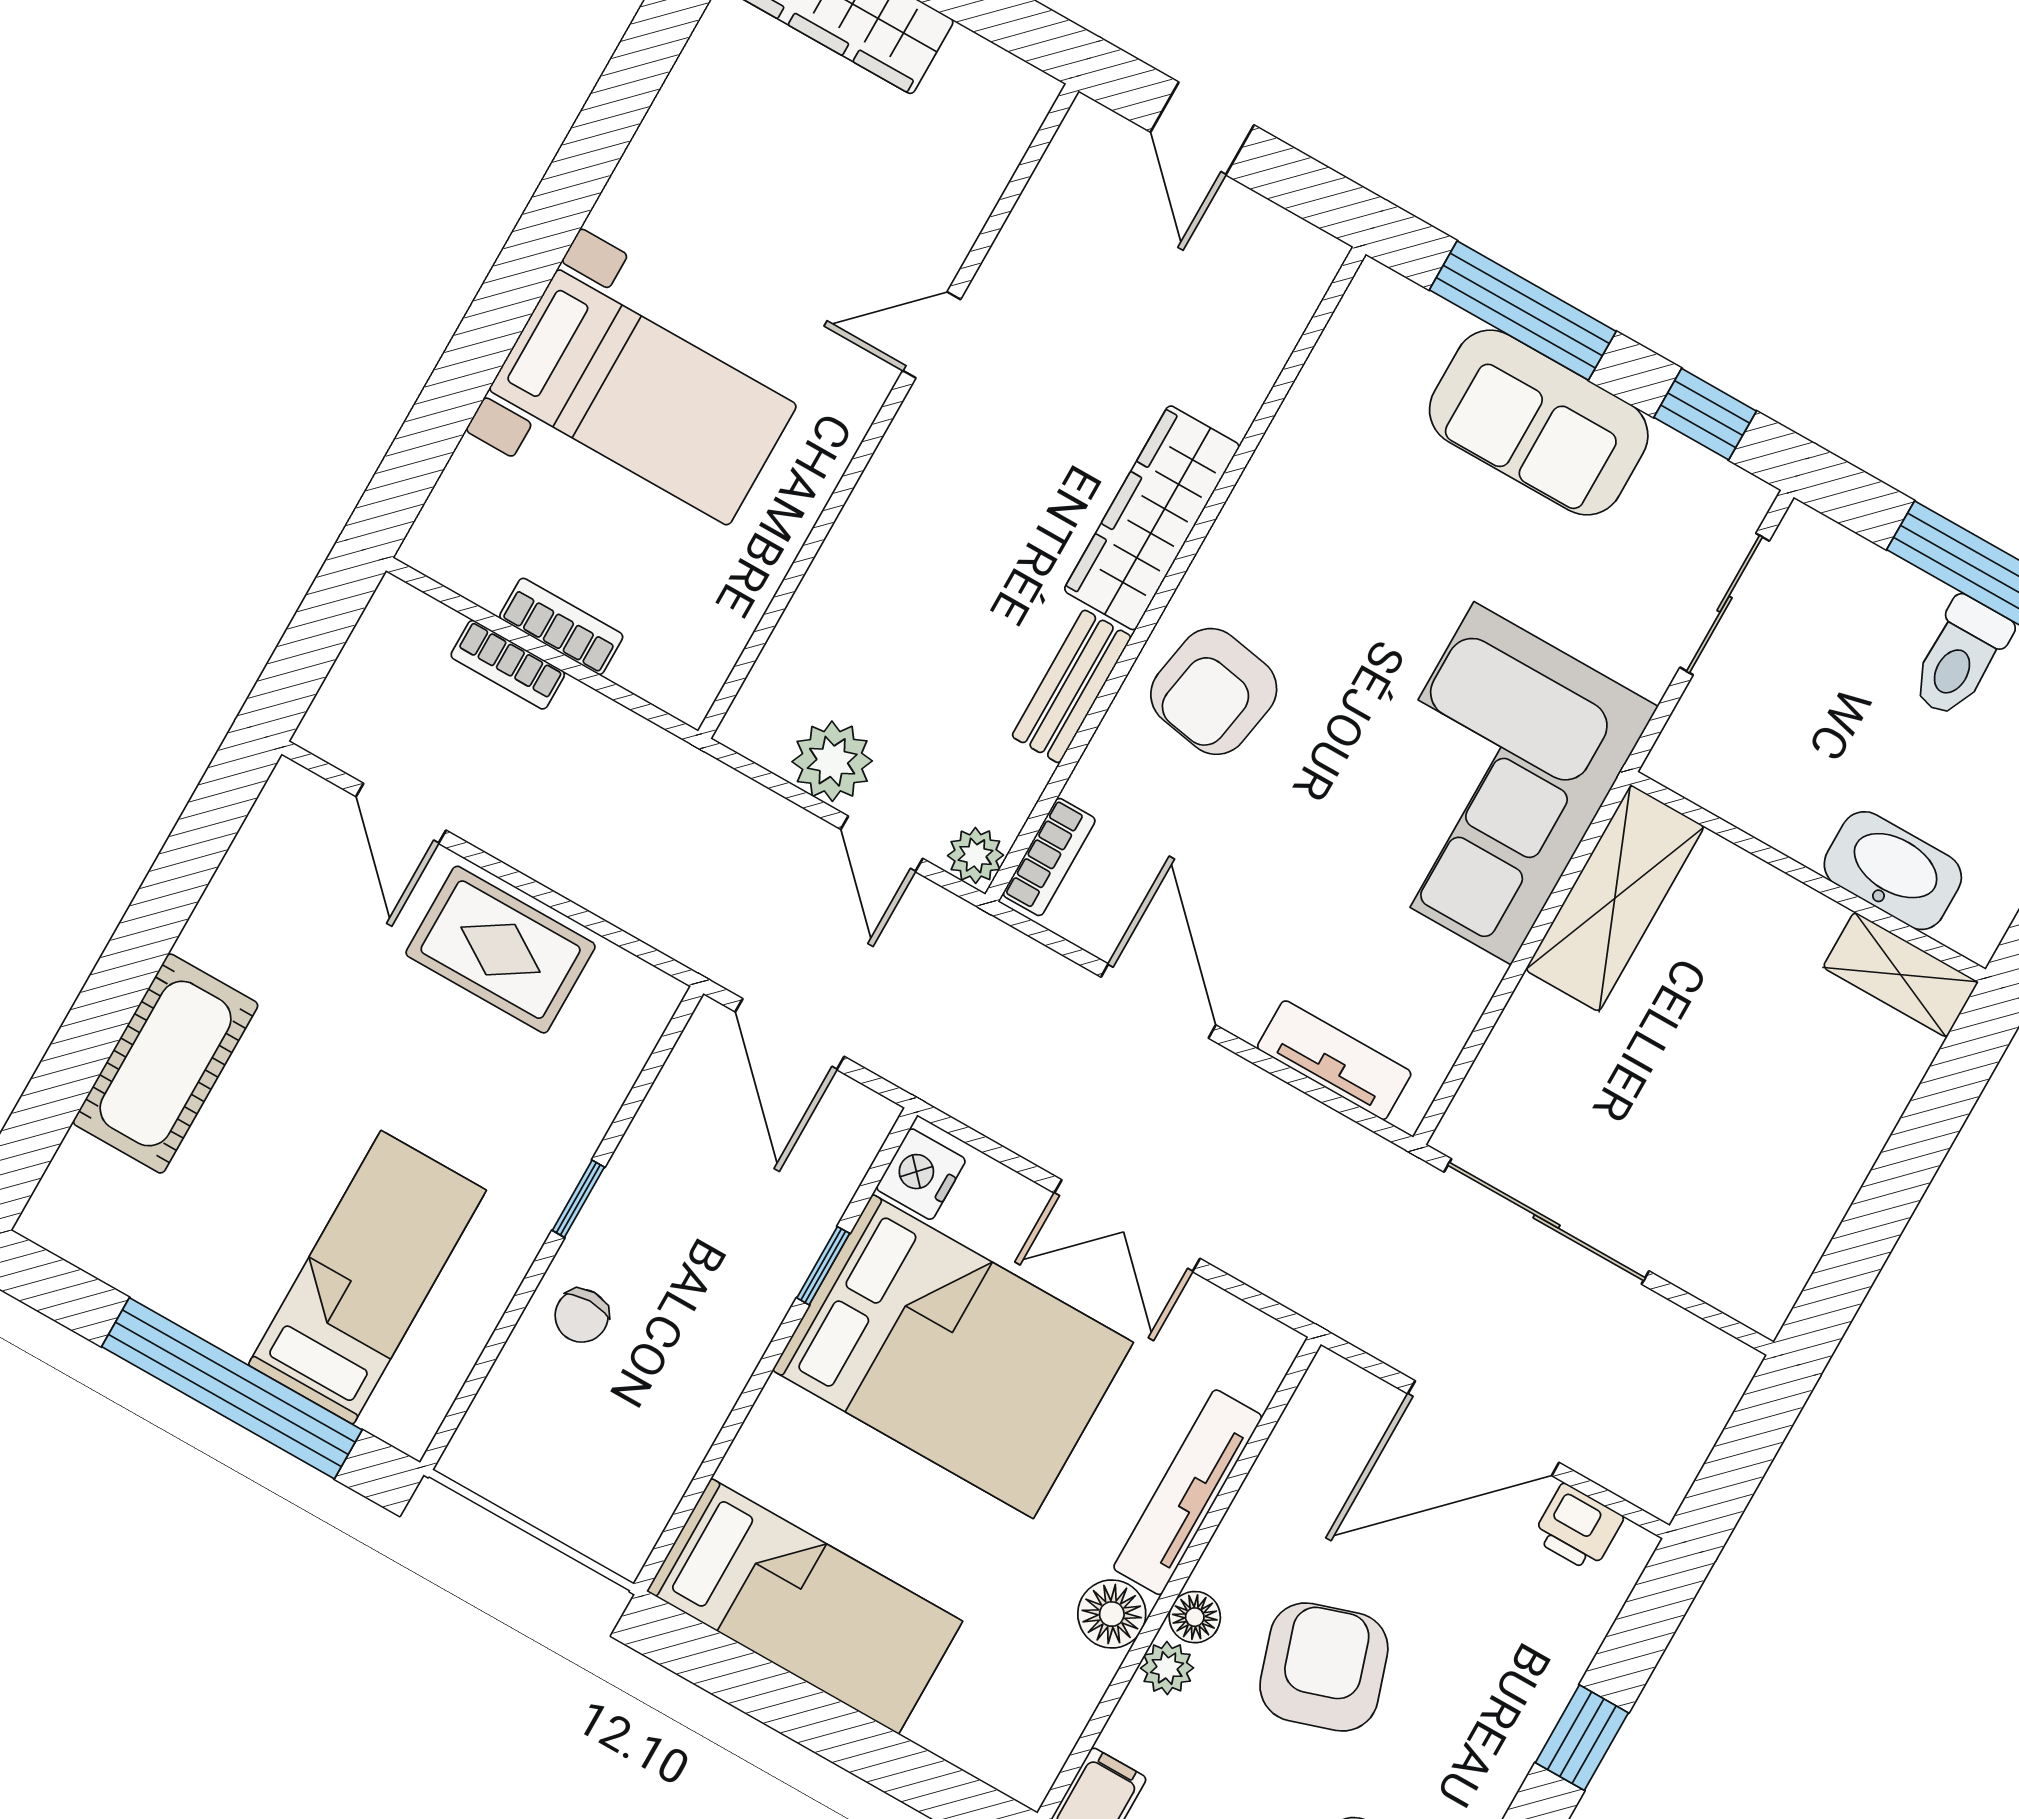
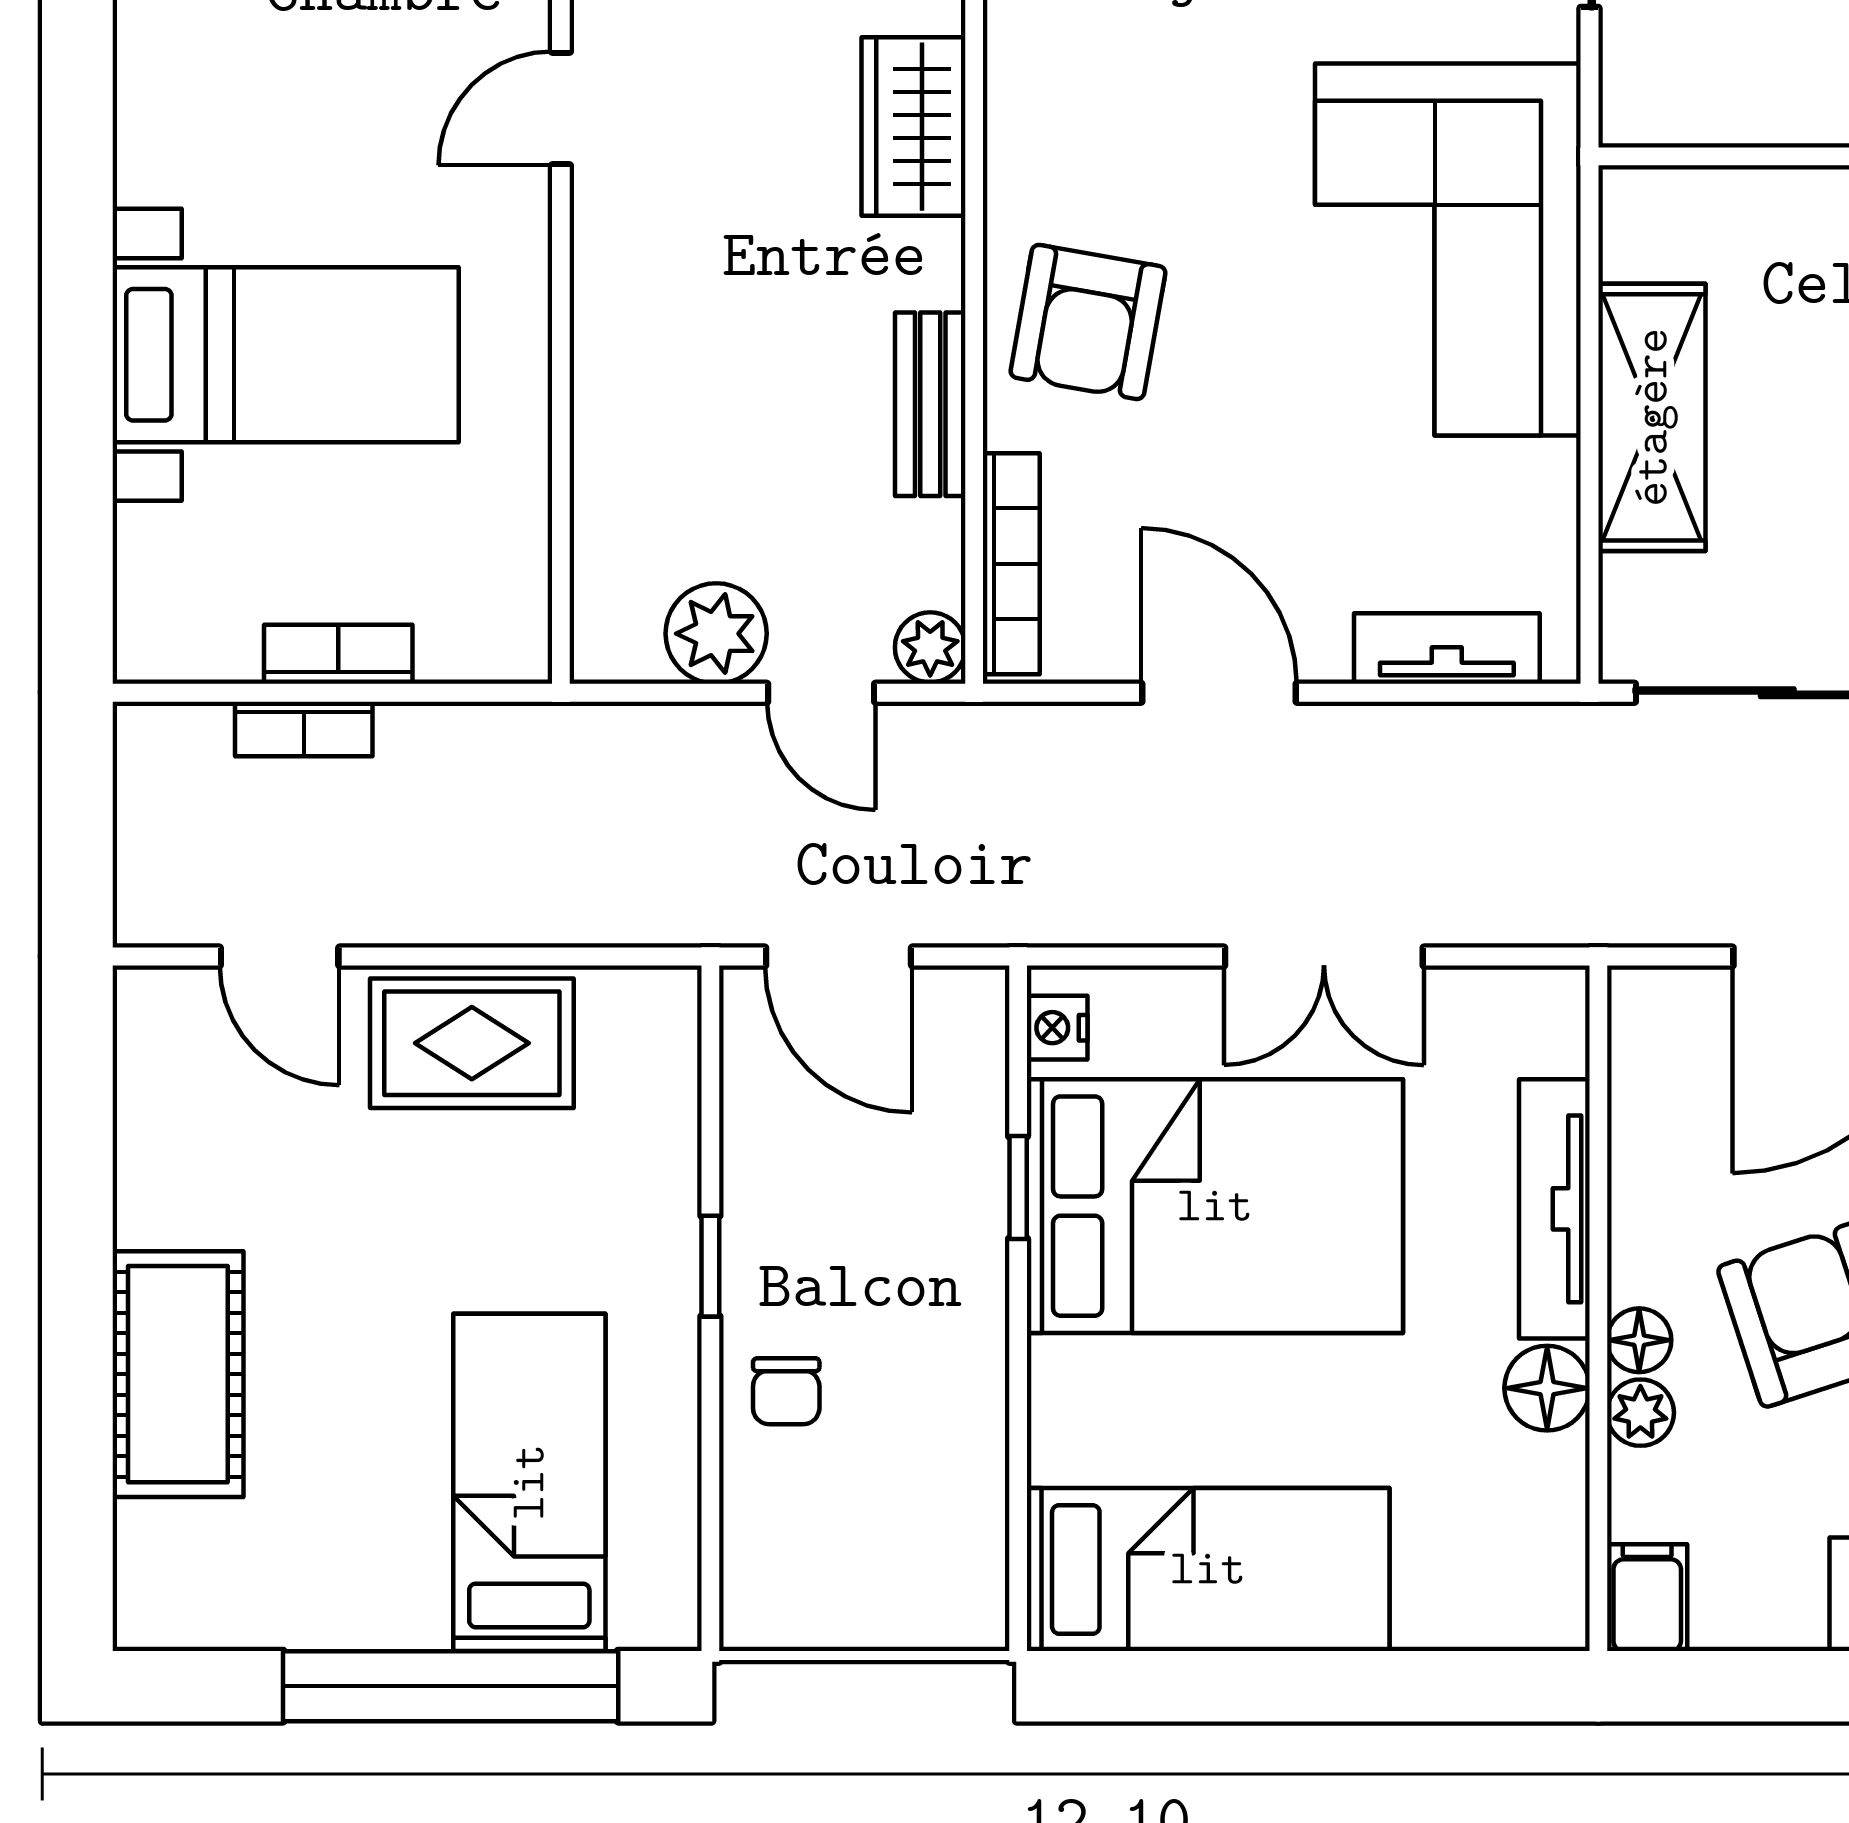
wardrobe: (1152, 518) -> (913, 127), width x0.67
bookcase: (1049, 857) -> (1011, 564), width x1.56
shelving: (1615, 898) -> (1652, 417), moved
nightstand: (921, 1174) -> (1057, 1028), width x0.72, depth x0.74

